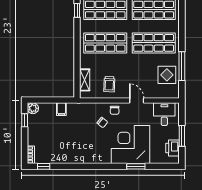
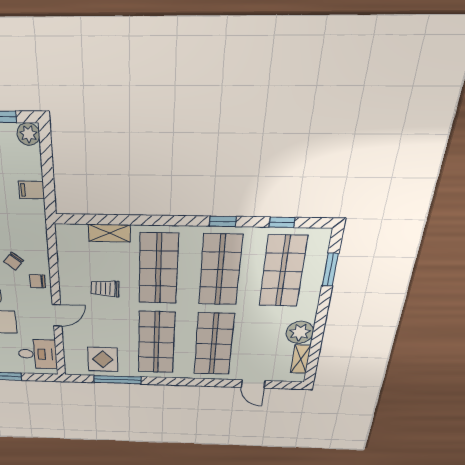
shelving: (85, 80) -> (109, 233), moved
trolley: (109, 84) -> (105, 288), moved

